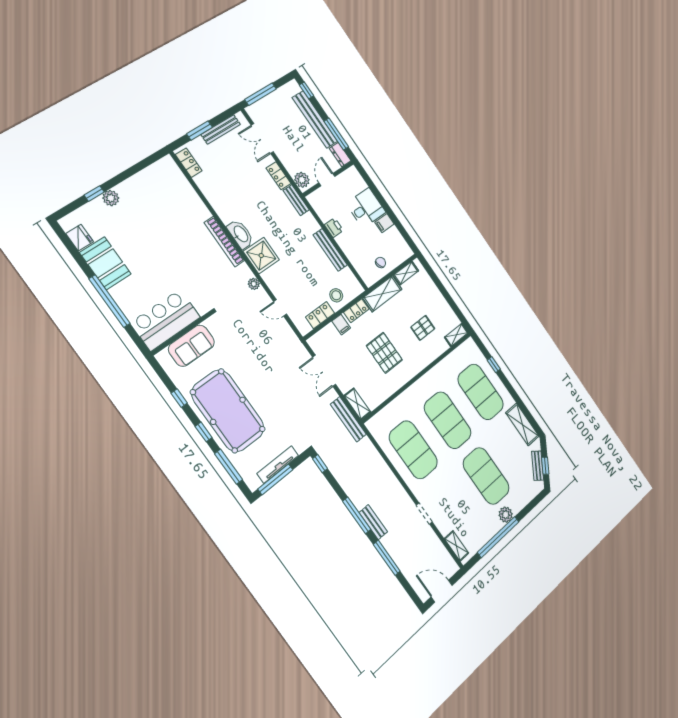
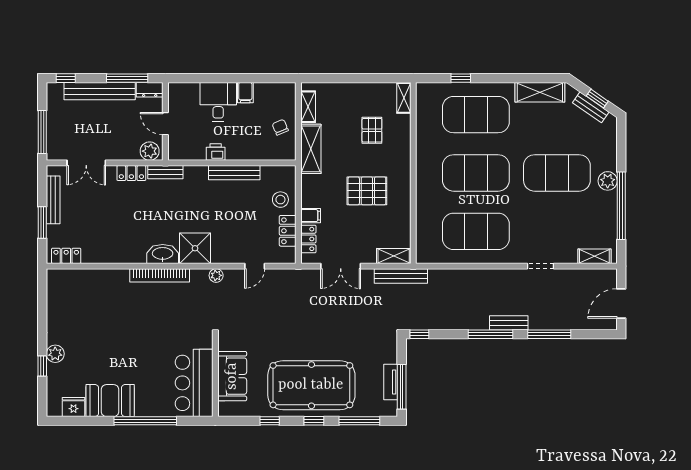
locker: (356, 311) -> (308, 239), moved
tv unit: (278, 464) -> (391, 382), width x0.71

